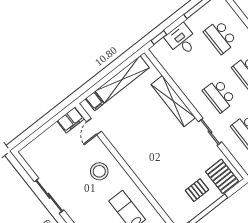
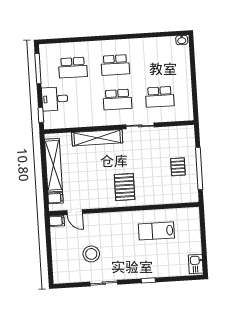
filing cabinet: (71, 120) -> (57, 221), width x0.50
stool: (99, 171) -> (91, 254), moved
pallet: (222, 176) -> (125, 187), moved, turned 90
sliding door: (49, 196) -> (104, 283), width x0.73

